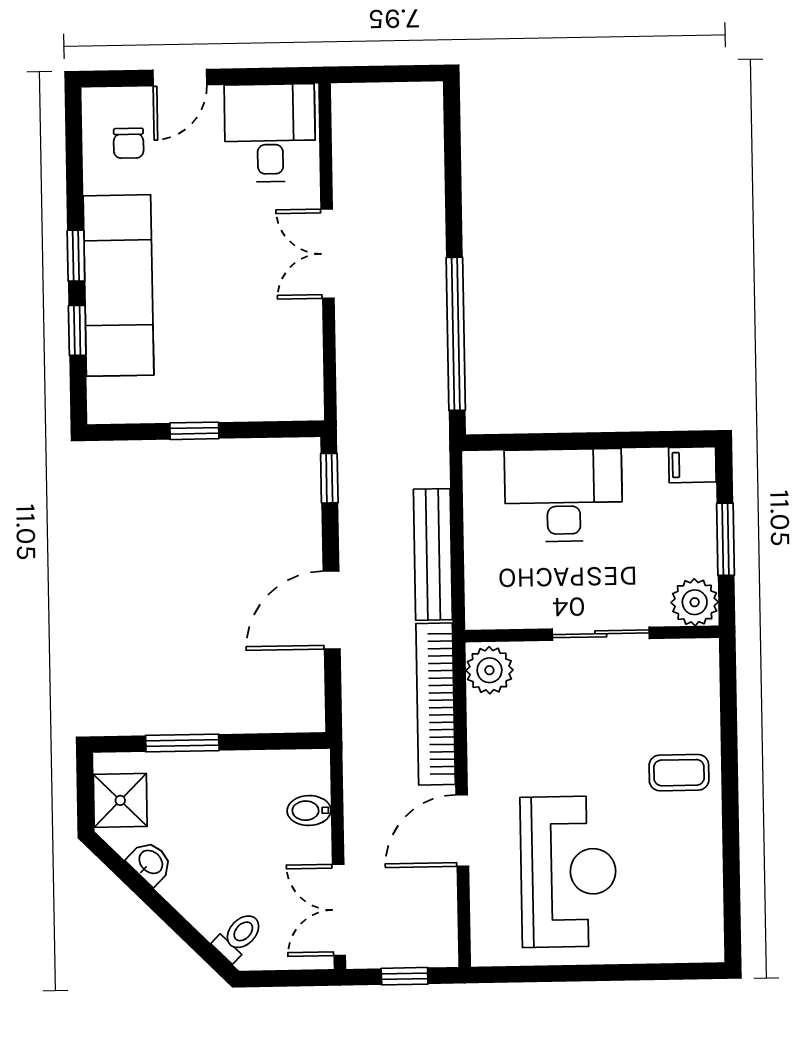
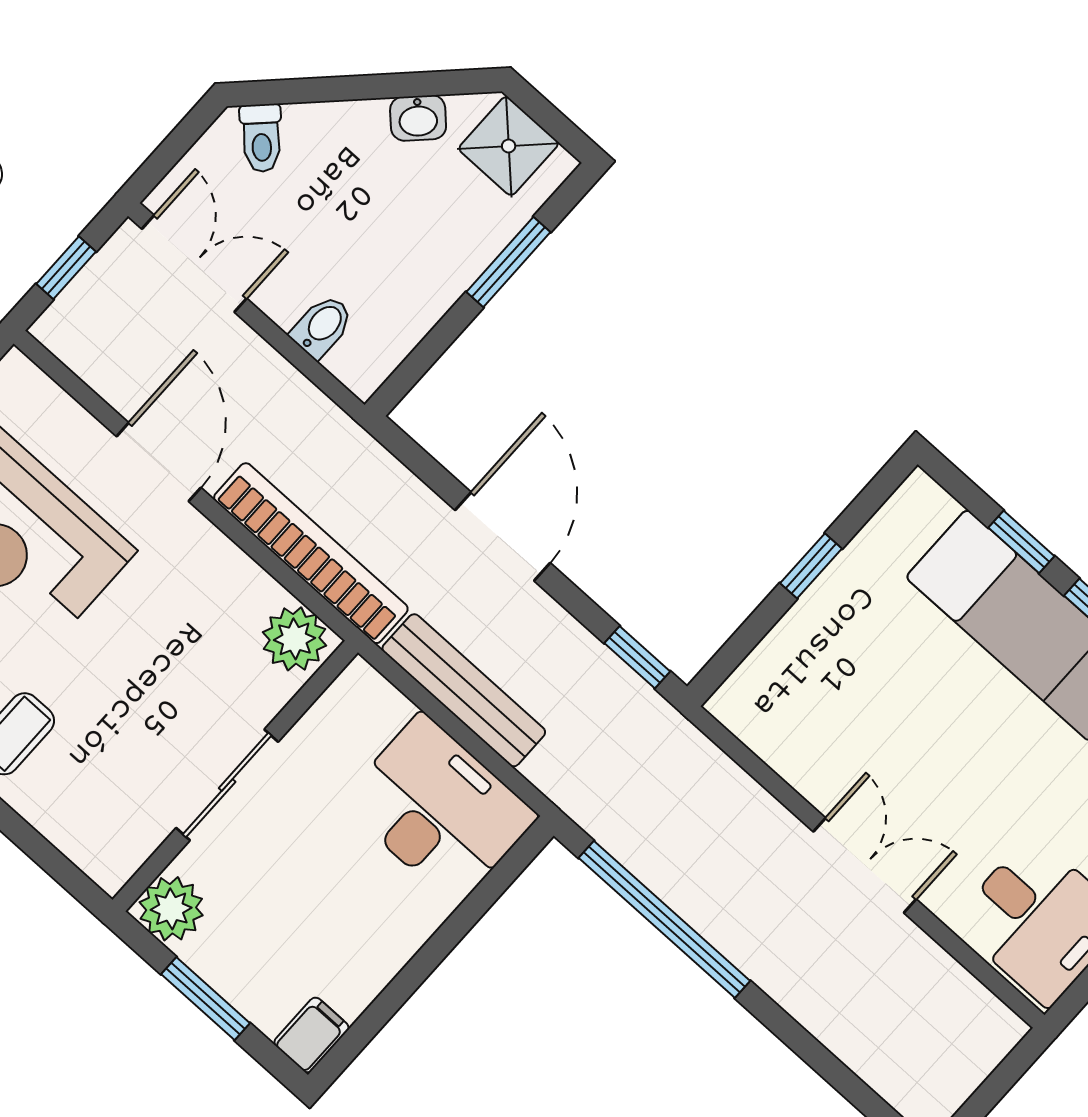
desk: (564, 495) -> (439, 809), moved, turned -90

